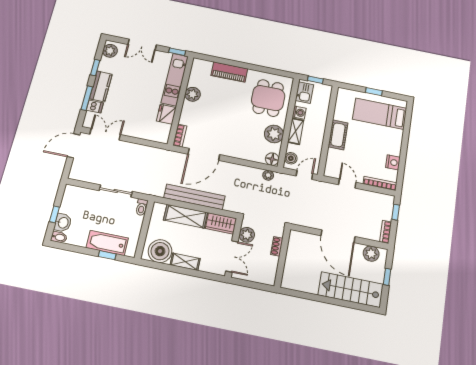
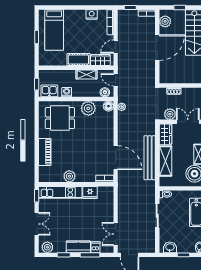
shelving: (296, 131) -> (86, 74), moved
wardrobe: (333, 161) -> (100, 60), added
washbasin: (63, 223) -> (170, 247), moved

